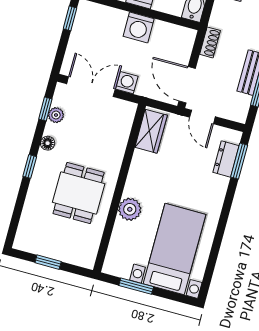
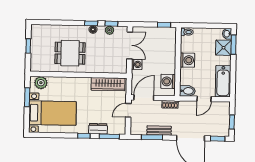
washing machine: (139, 27) -> (168, 81), moved
wardrobe: (151, 131) -> (108, 84), width x1.50
dresser: (226, 159) -> (98, 129), moved
window: (30, 166) -> (91, 23), moved
window: (227, 205) -> (84, 136), added
plant: (130, 209) -> (41, 83), moved

